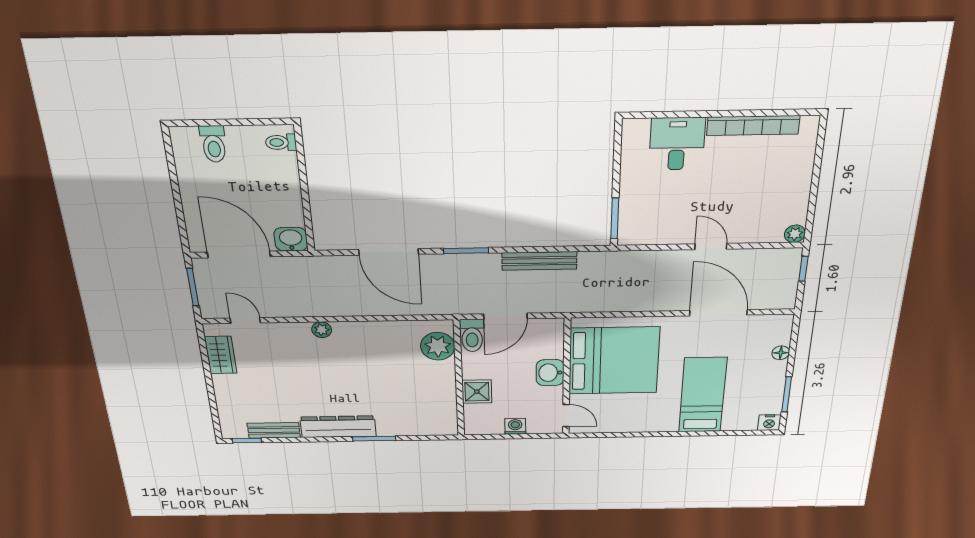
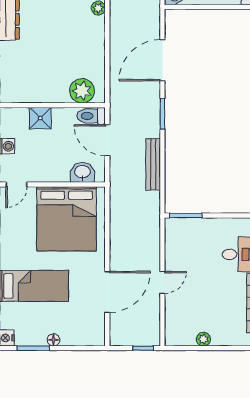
plant: (795, 234) -> (203, 339), moved
floor lamp: (781, 353) -> (53, 340), moved
washbasin: (550, 373) -> (82, 172), moved

